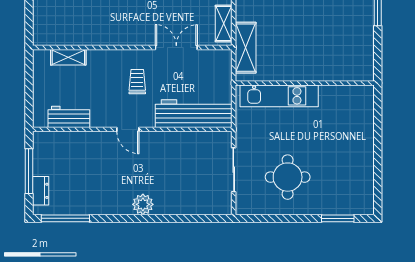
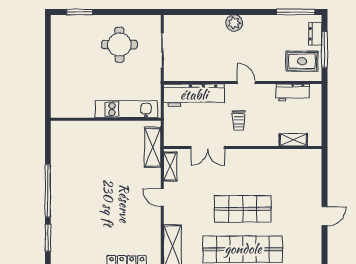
rug: (58, 156) -> (302, 61), added

